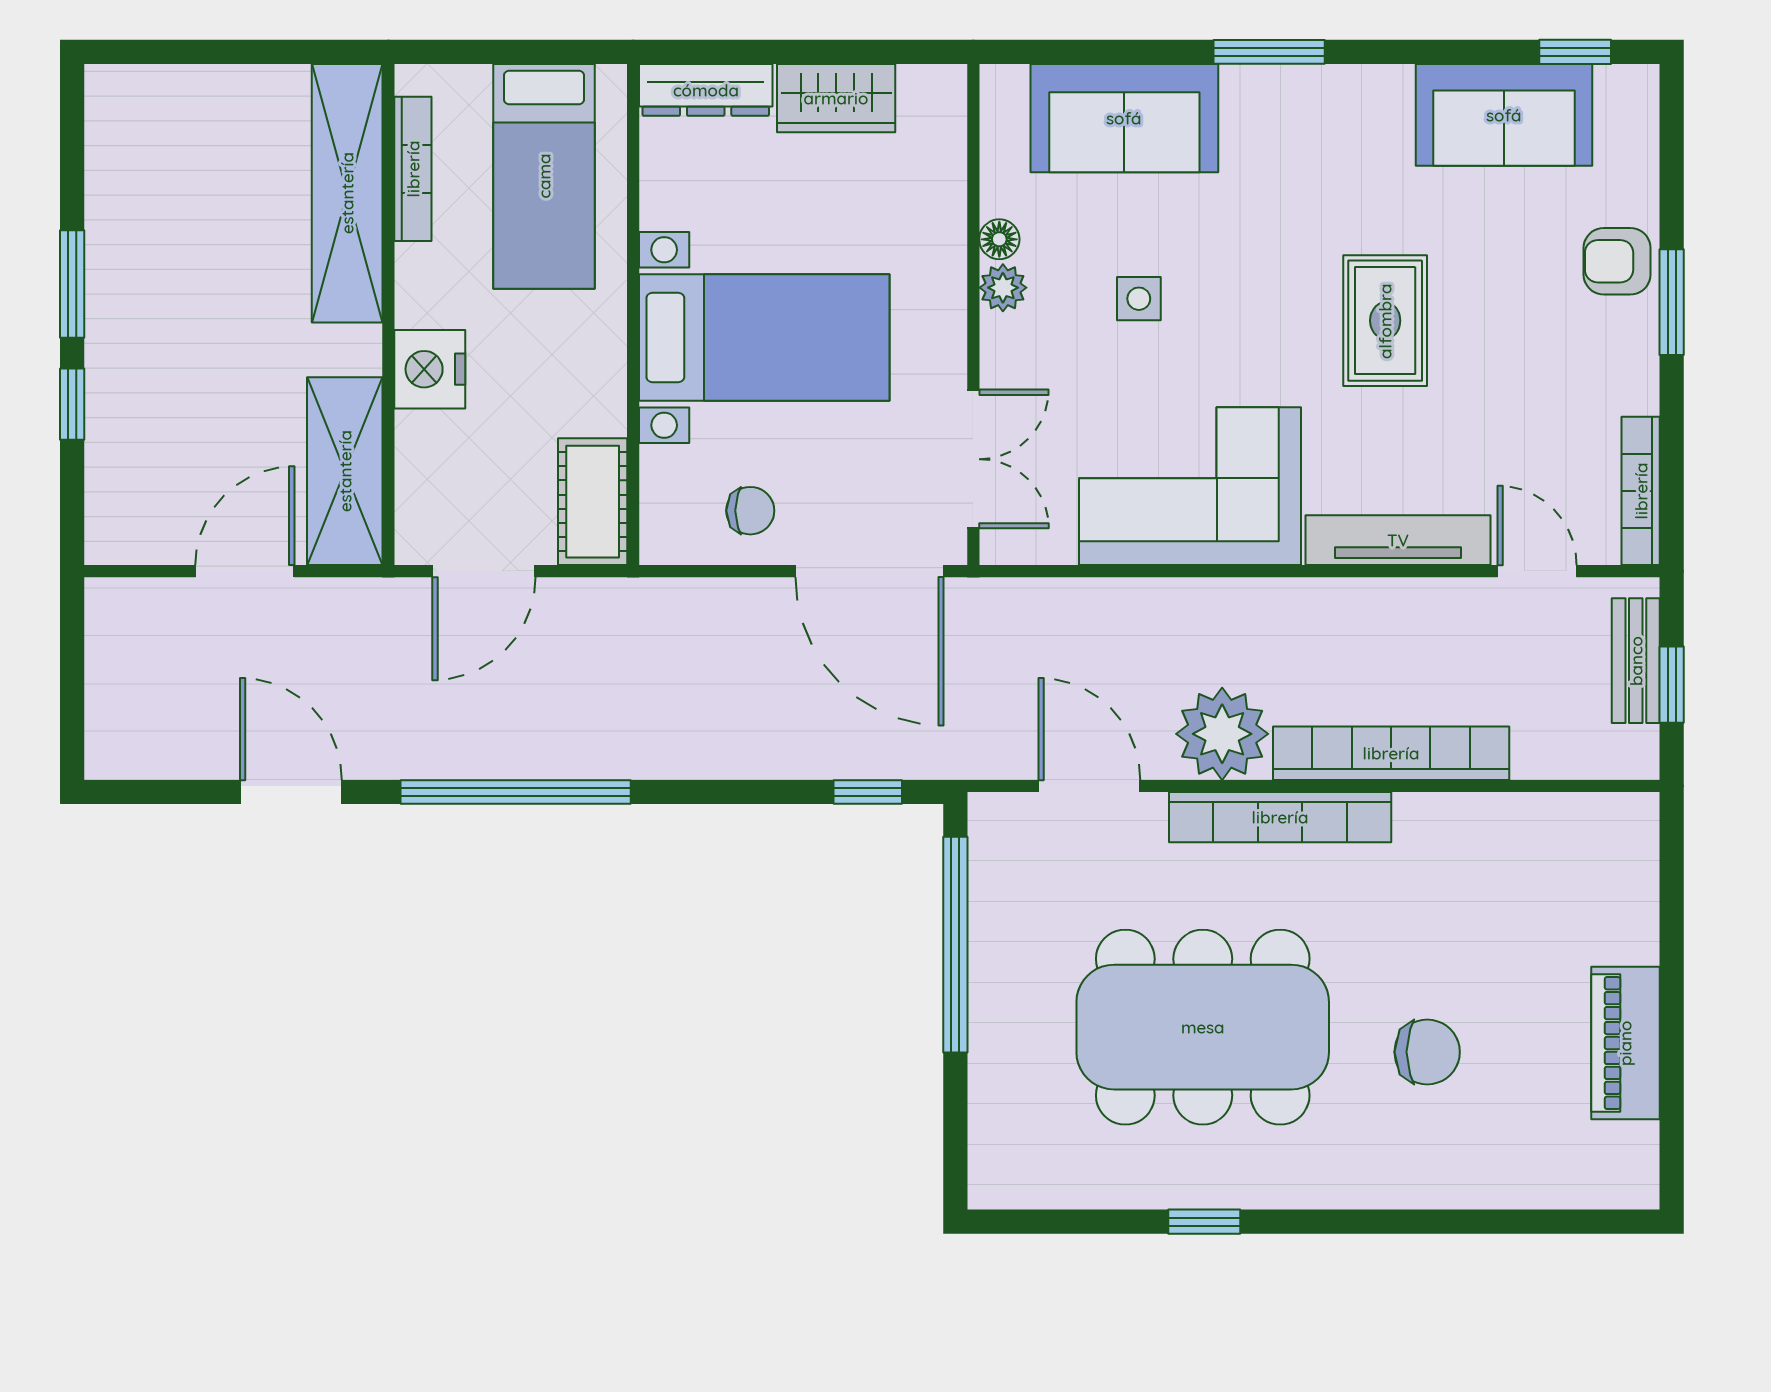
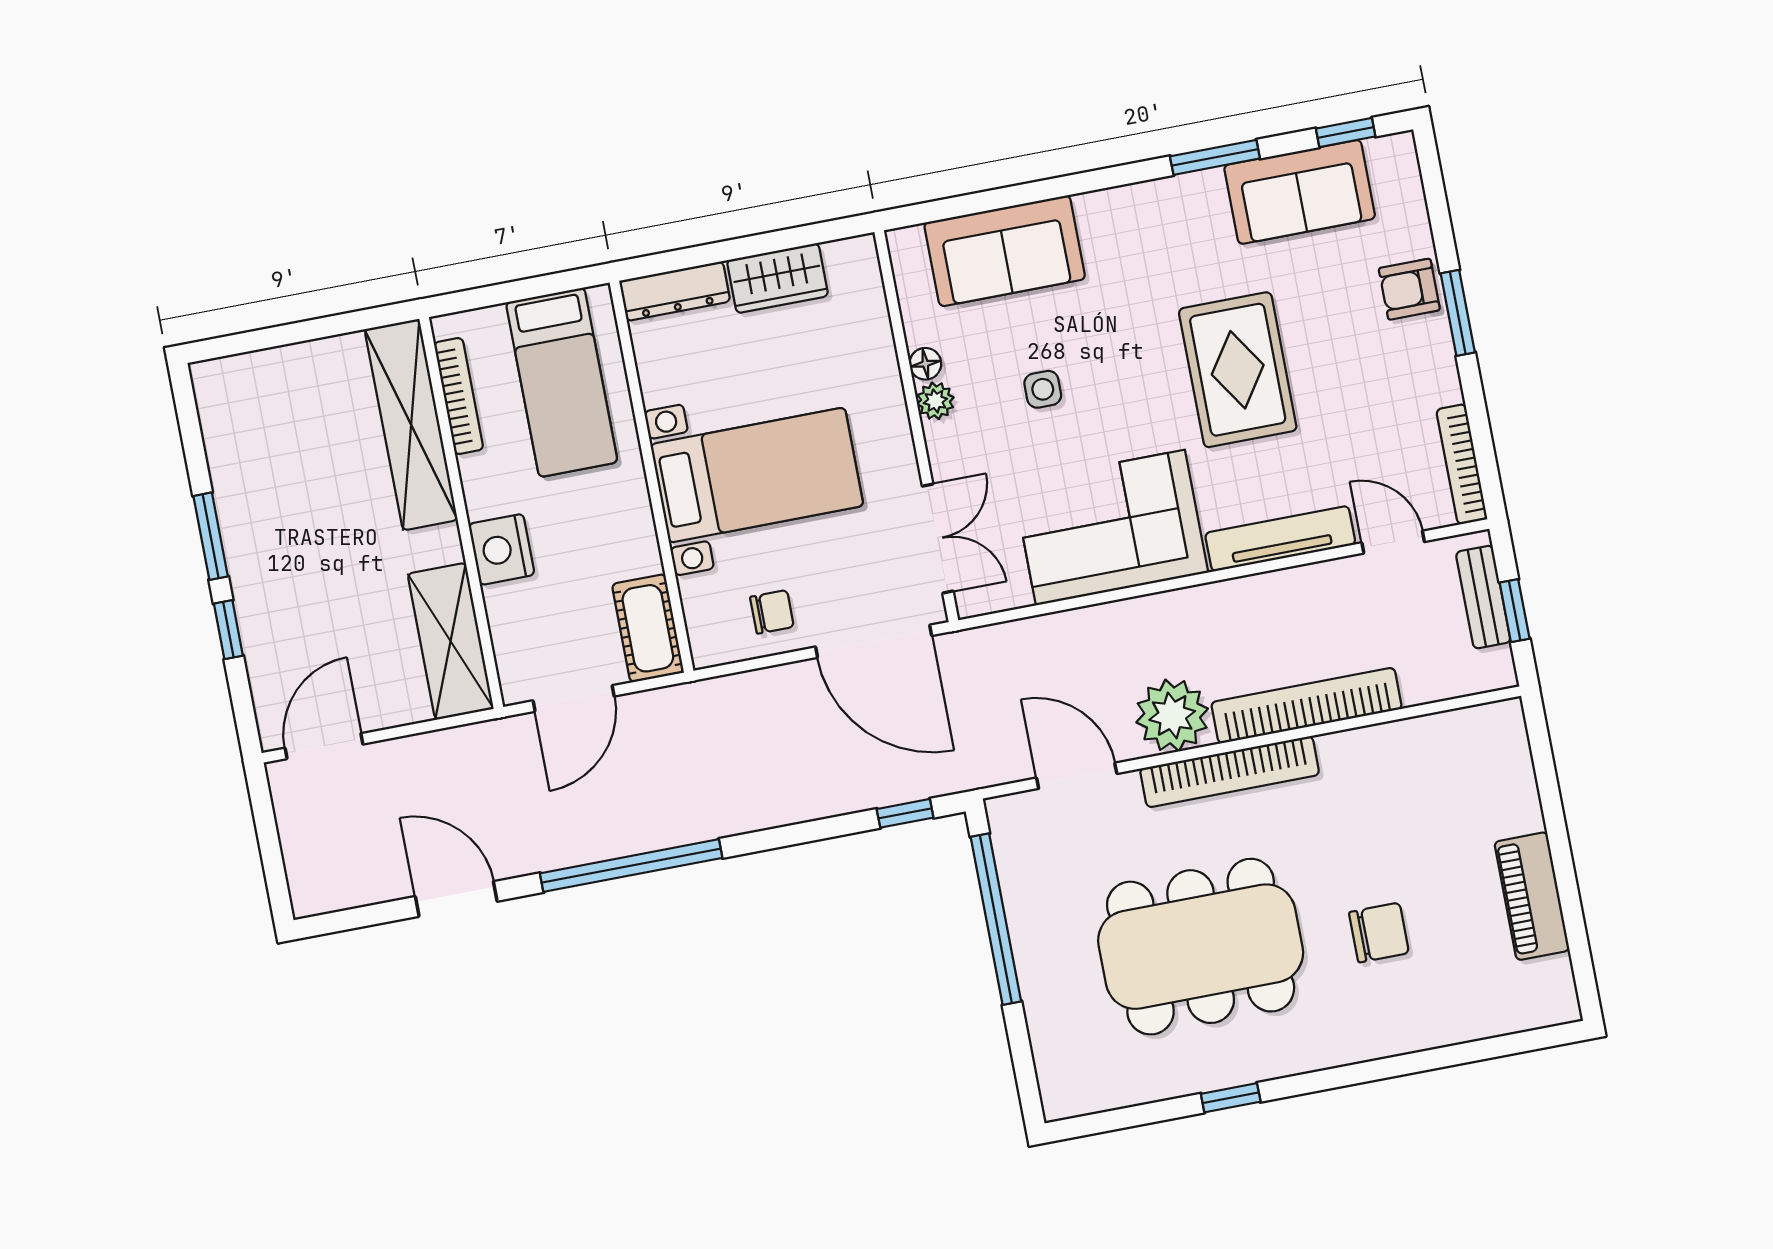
window: (1269, 52) -> (1215, 157), moved
rug: (1385, 321) -> (1238, 370), width x1.36, depth x1.43
door: (245, 571) -> (324, 746), moved

